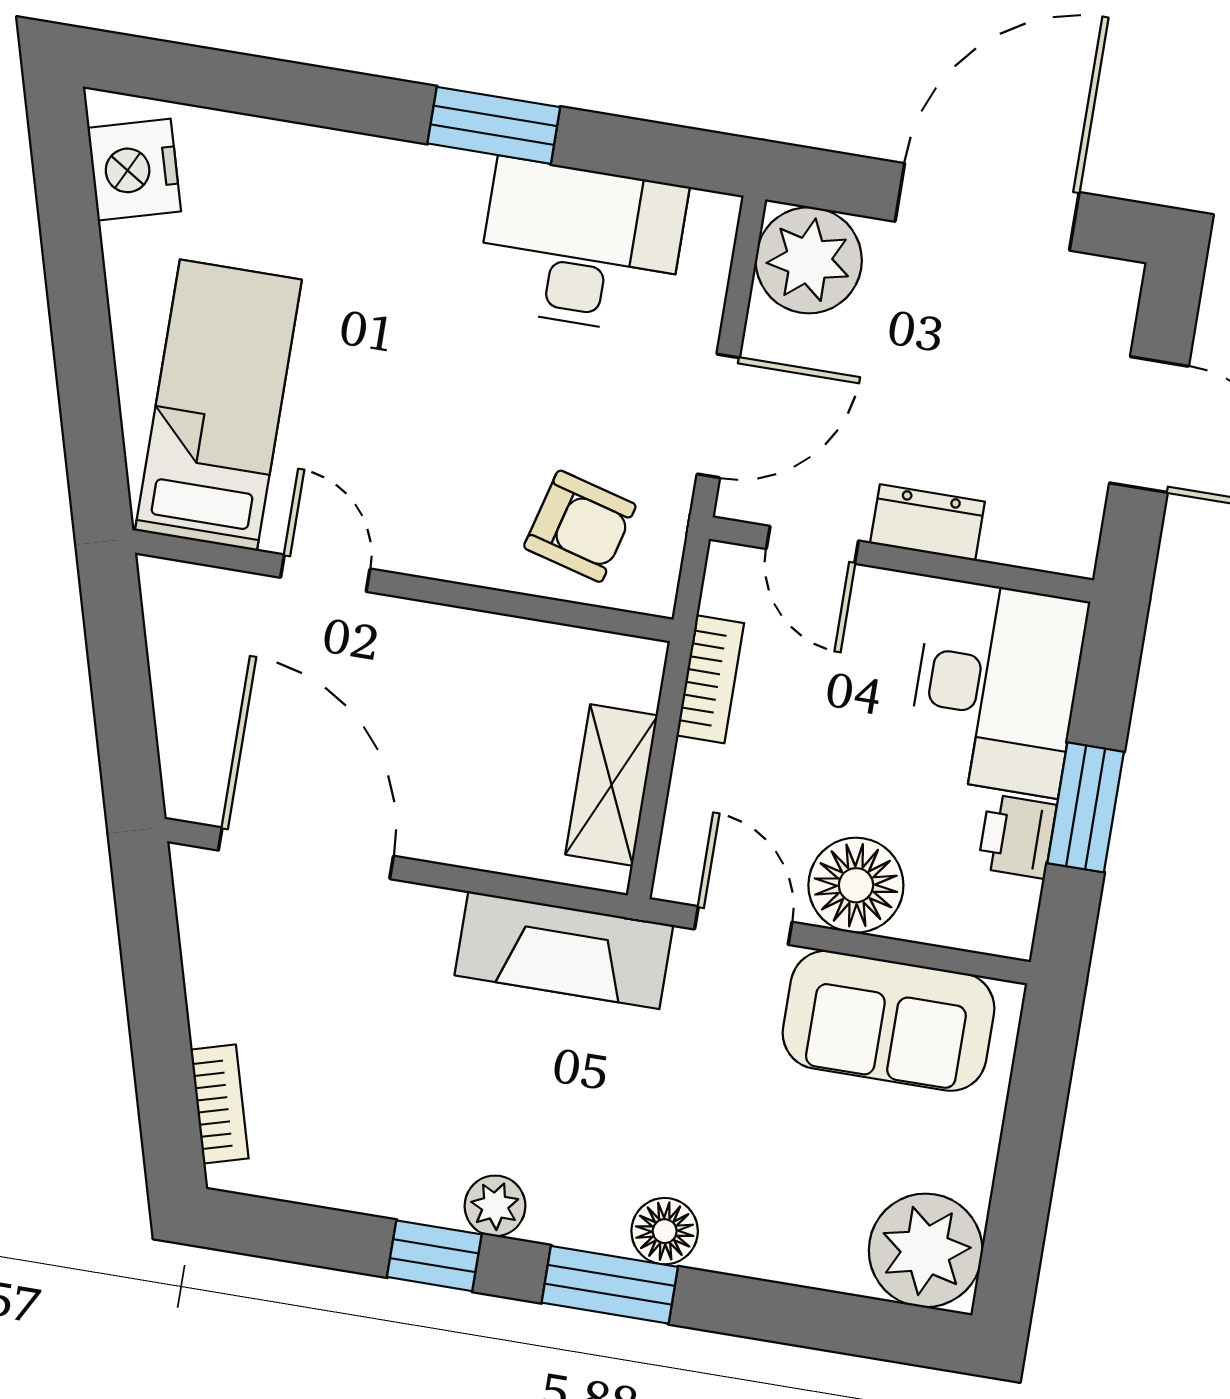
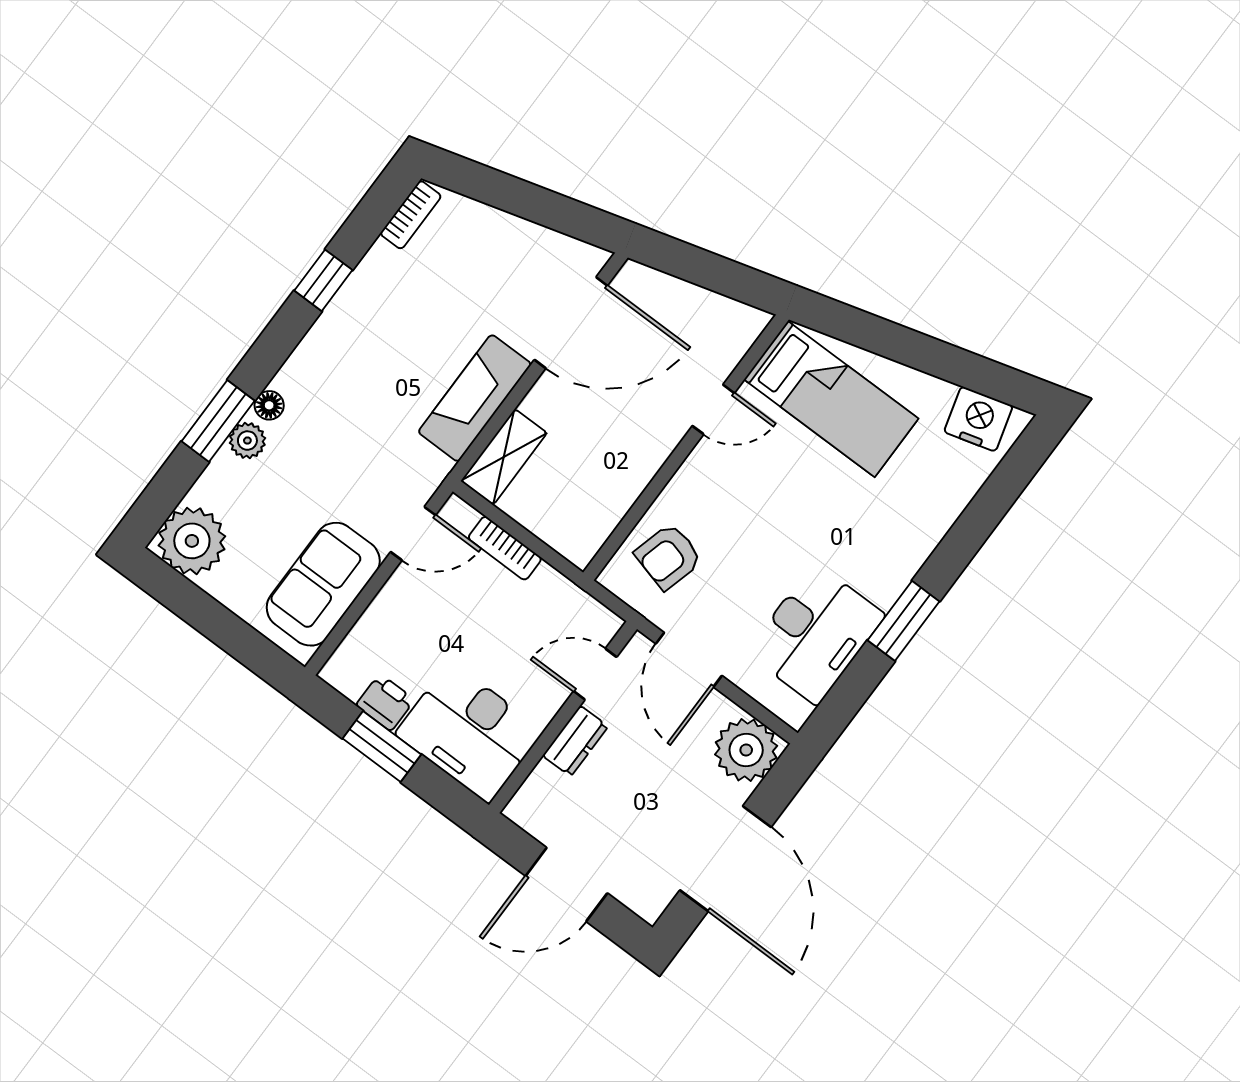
bookcase: (710, 679) -> (505, 548), moved
shelving: (612, 785) -> (504, 457), moved, turned 90
floor lamp: (856, 885) -> (404, 604), removed
fireplace: (564, 950) -> (475, 398), moved
bookcase: (220, 1104) -> (411, 215), moved, turned -74
plant: (495, 1206) -> (247, 441), moved
floor lamp: (665, 1231) -> (269, 405), width x0.73, depth x0.73
window: (610, 1285) -> (218, 421), moved

